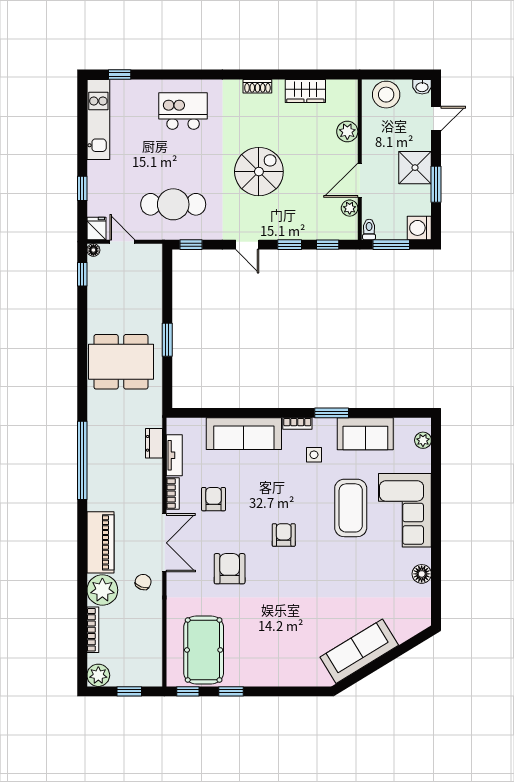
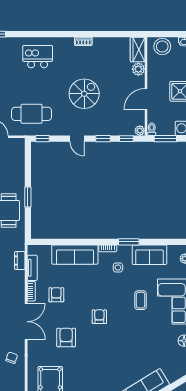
wardrobe: (305, 91) -> (138, 49), moved, turned 90
plant: (350, 208) -> (140, 131), moved
coffee table: (351, 508) -> (140, 300), width x0.54, depth x0.58
chair: (143, 582) -> (12, 358), moved

